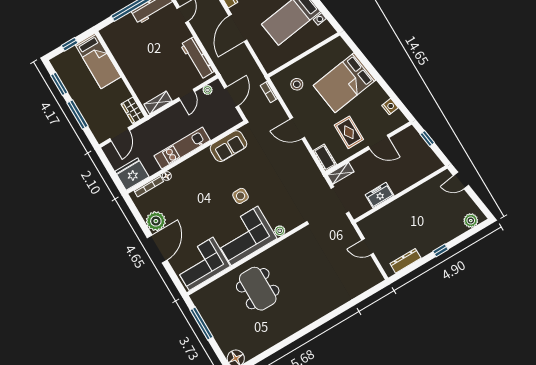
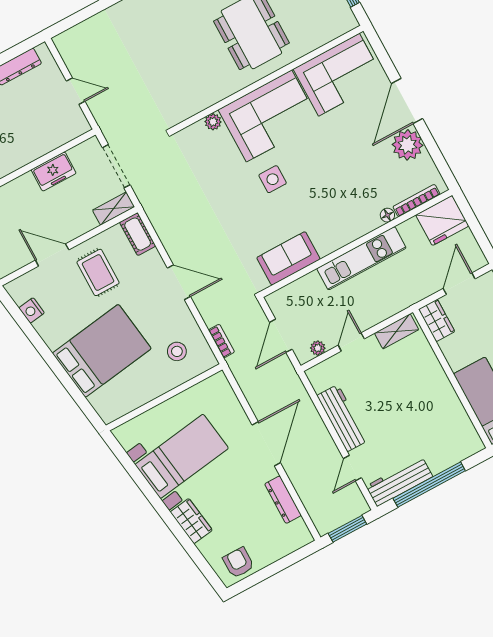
workbench: (197, 58) -> (343, 418), moved

